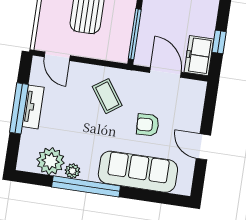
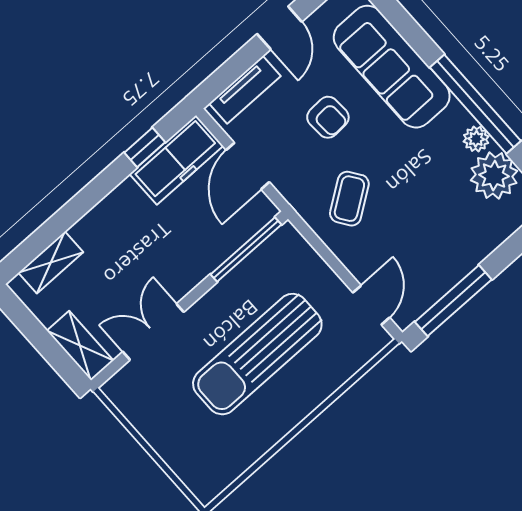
freezer: (199, 56) -> (176, 160), width x1.40
tv unit: (33, 107) -> (245, 90), moved, turned 180
window: (19, 108) -> (453, 301), moved

